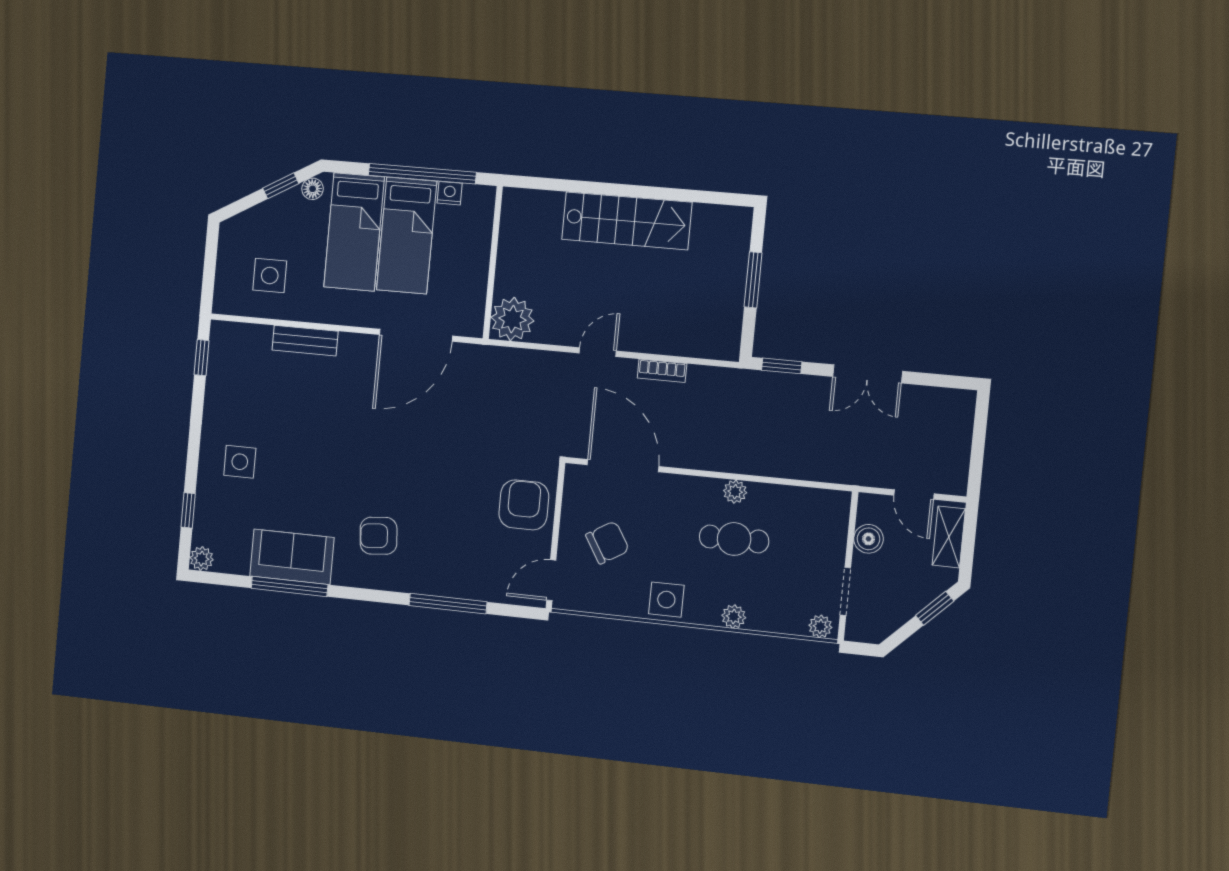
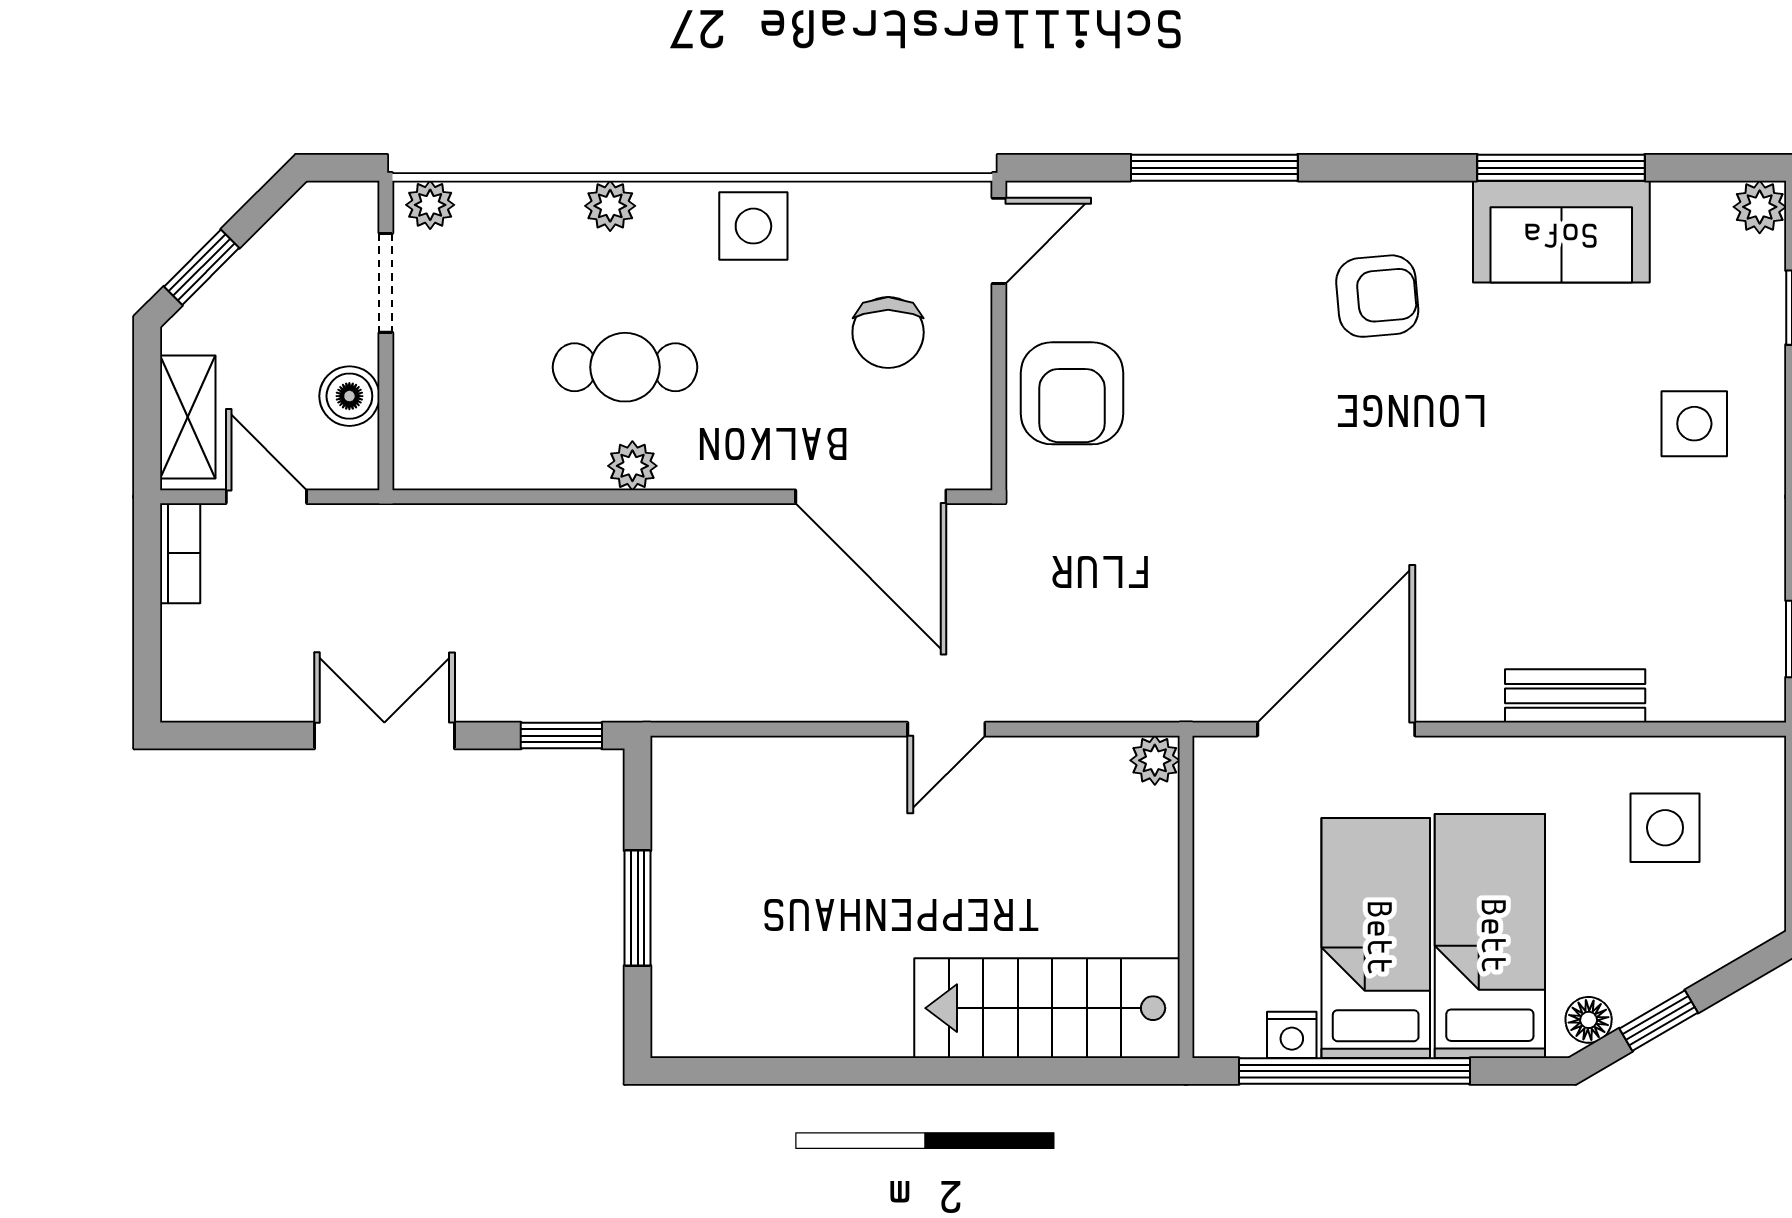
stairs: (627, 221) -> (1047, 1008), moved
plant: (512, 319) -> (1155, 760), width x0.53, depth x0.53
bookcase: (662, 371) -> (180, 553), moved, turned 90
chair: (607, 543) -> (888, 332), turned -59

